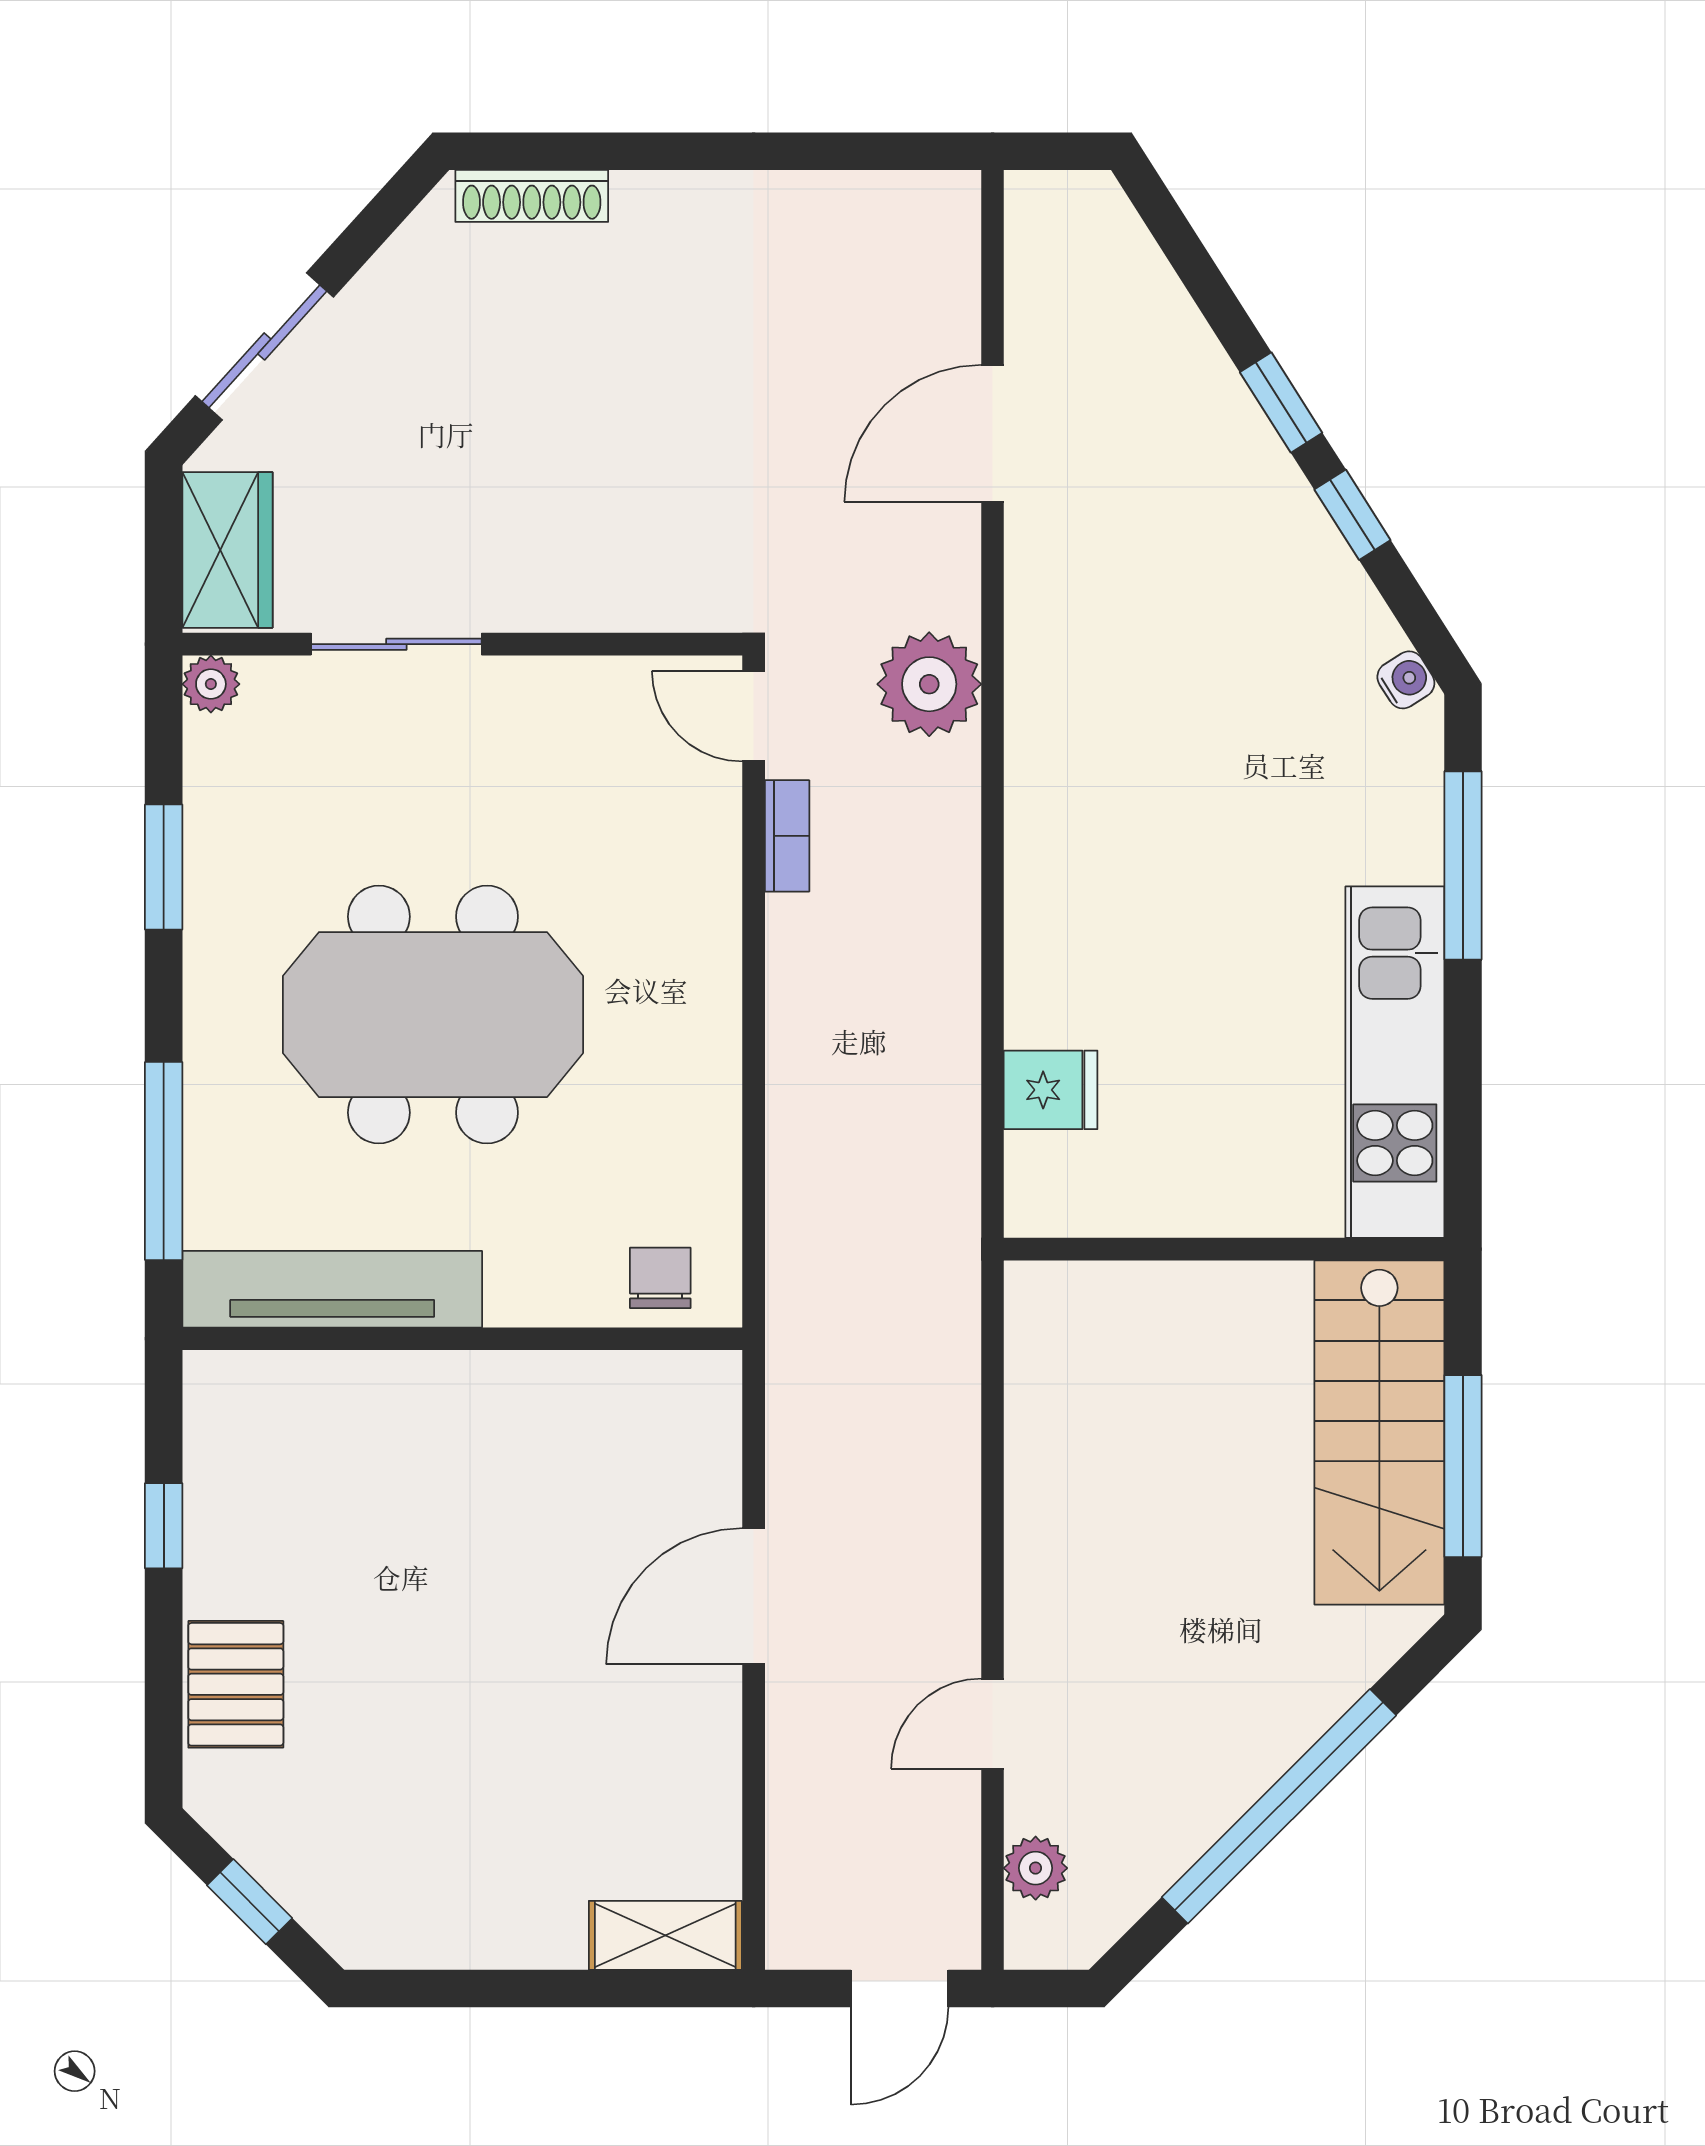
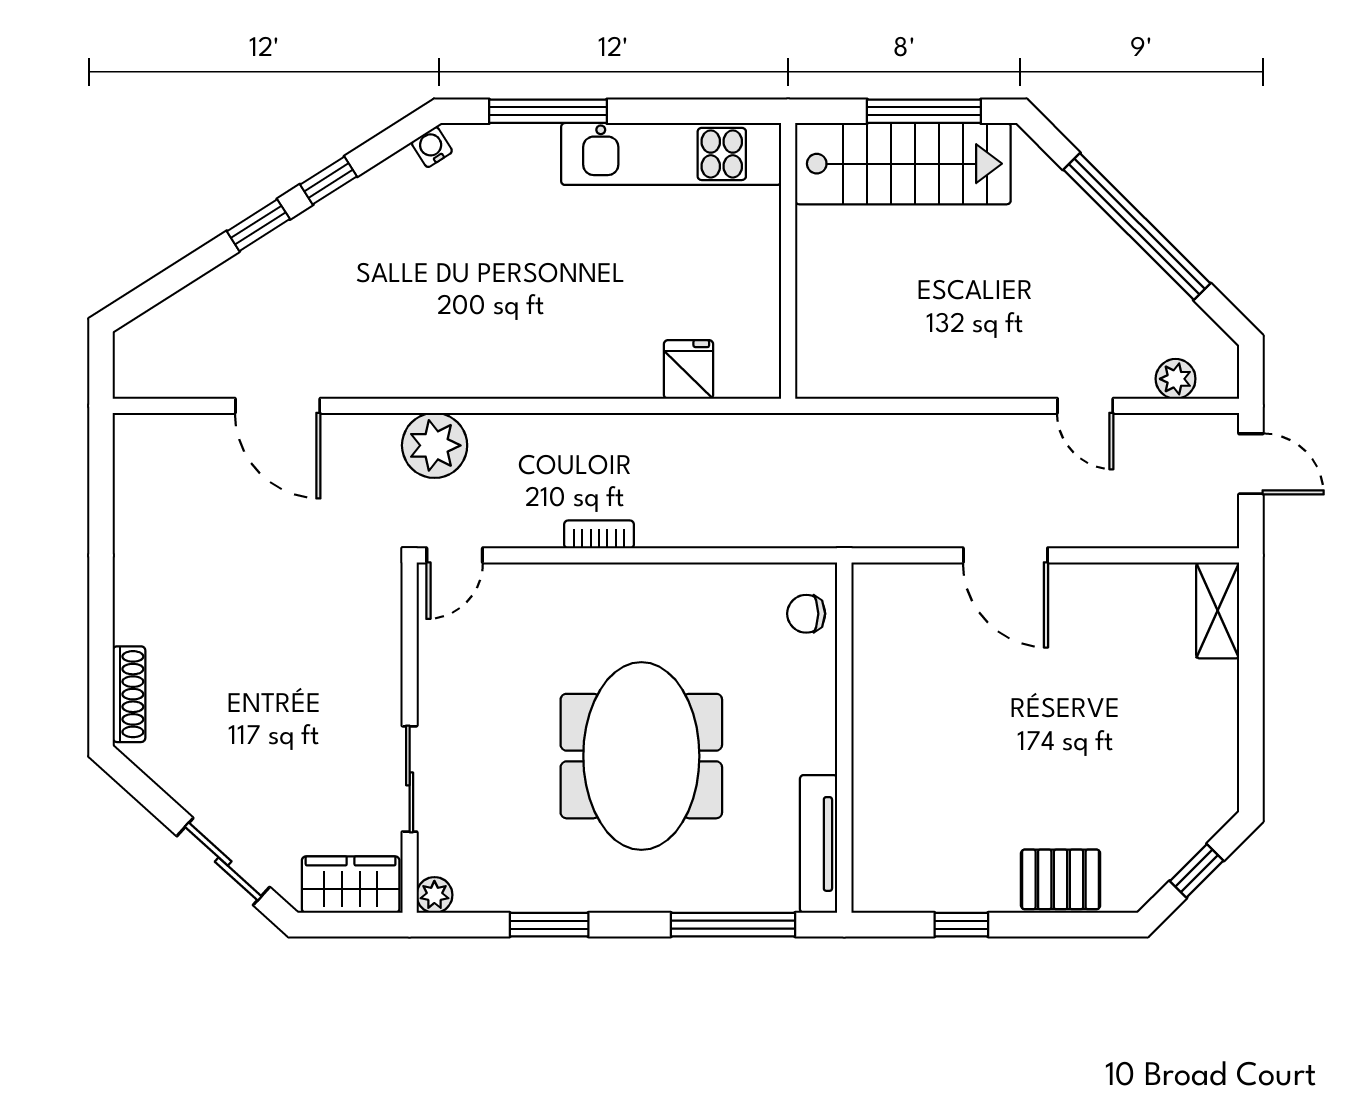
bookcase: (787, 836) -> (599, 534), moved
tv unit: (332, 1289) -> (819, 844), width x0.73, depth x0.78

